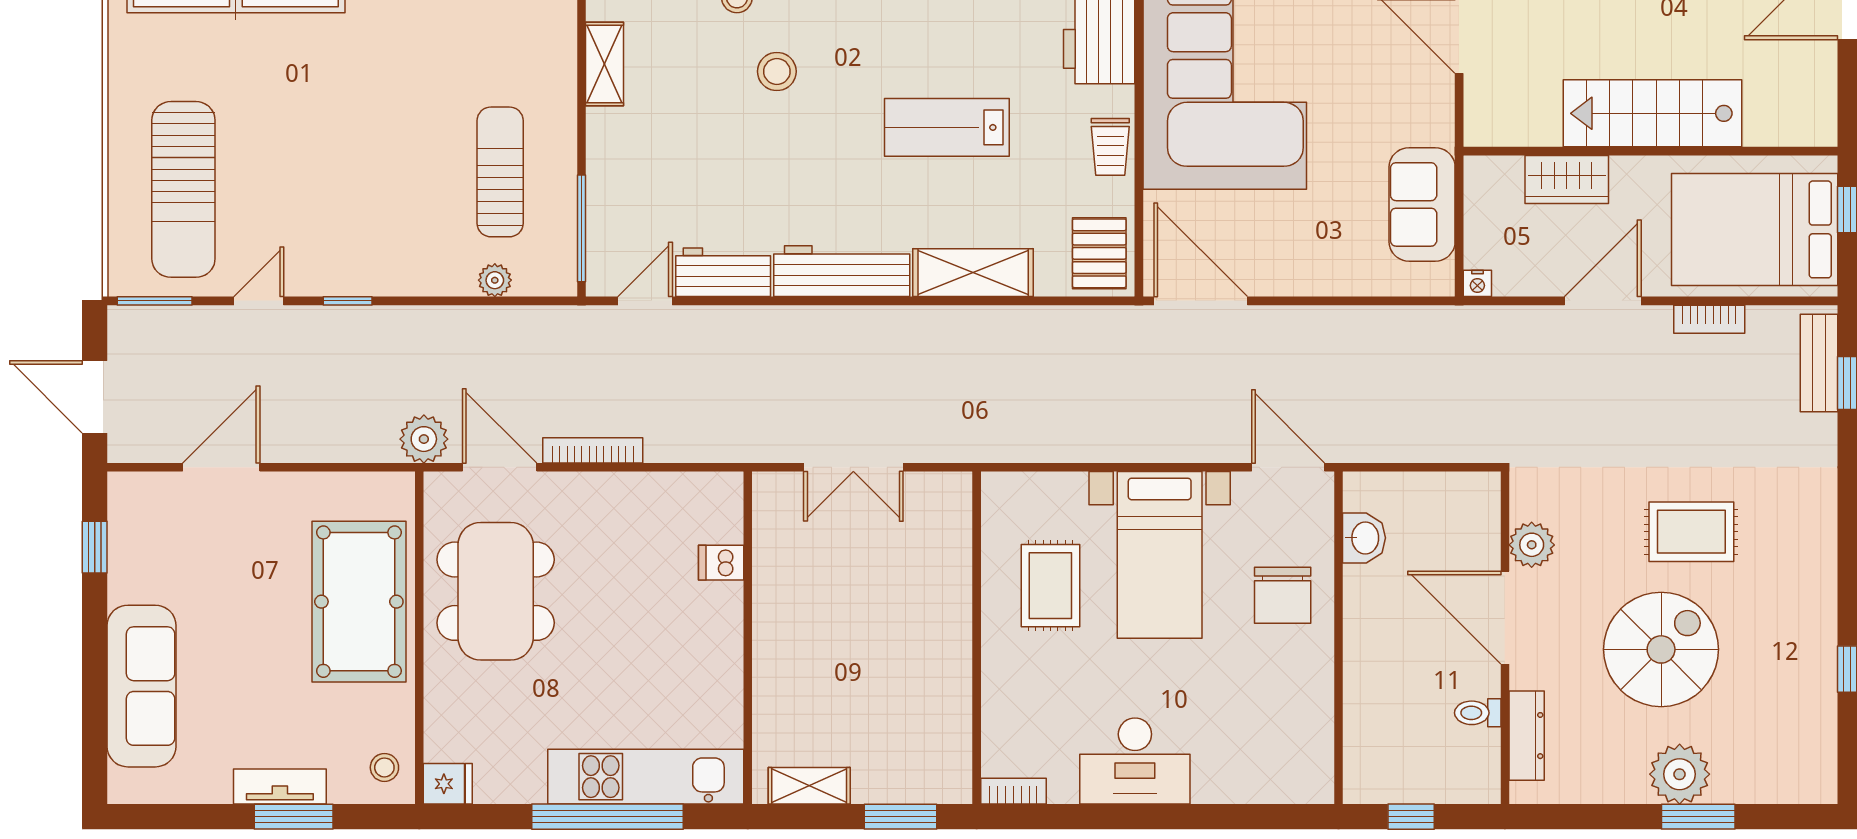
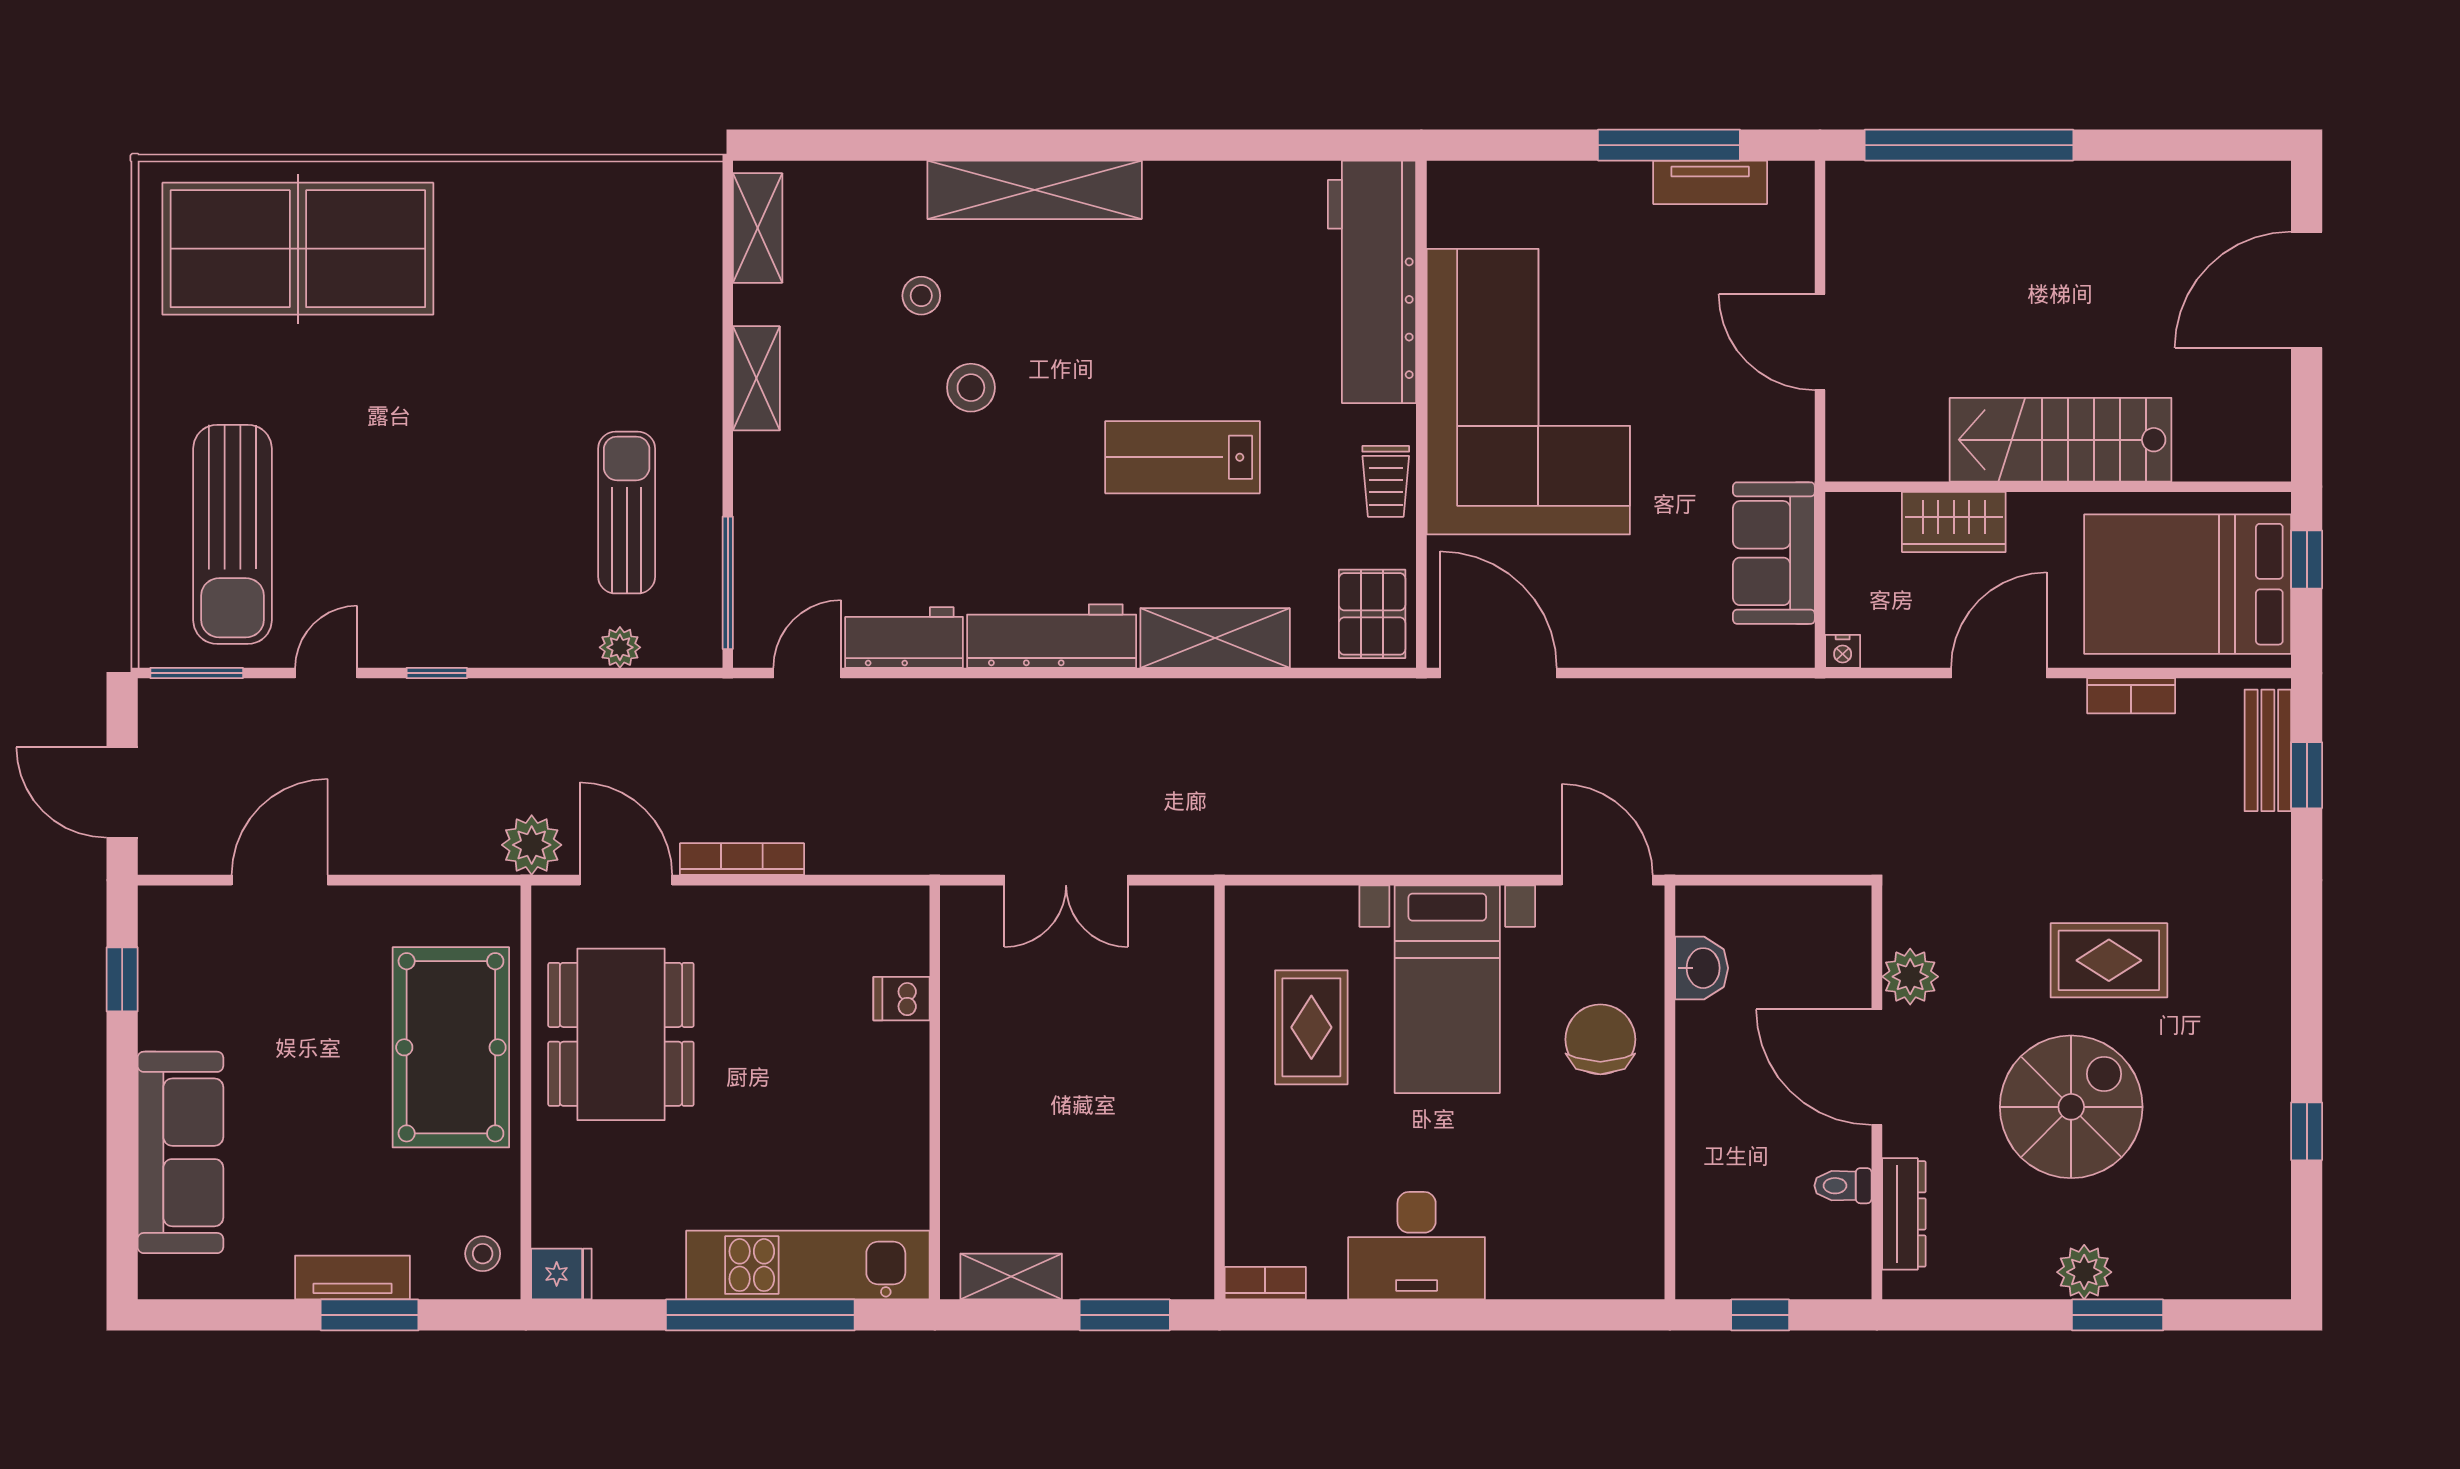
chair: (1283, 595) -> (1600, 1039), turned 180
plant: (1680, 774) -> (2084, 1272), width x0.73, depth x0.73

